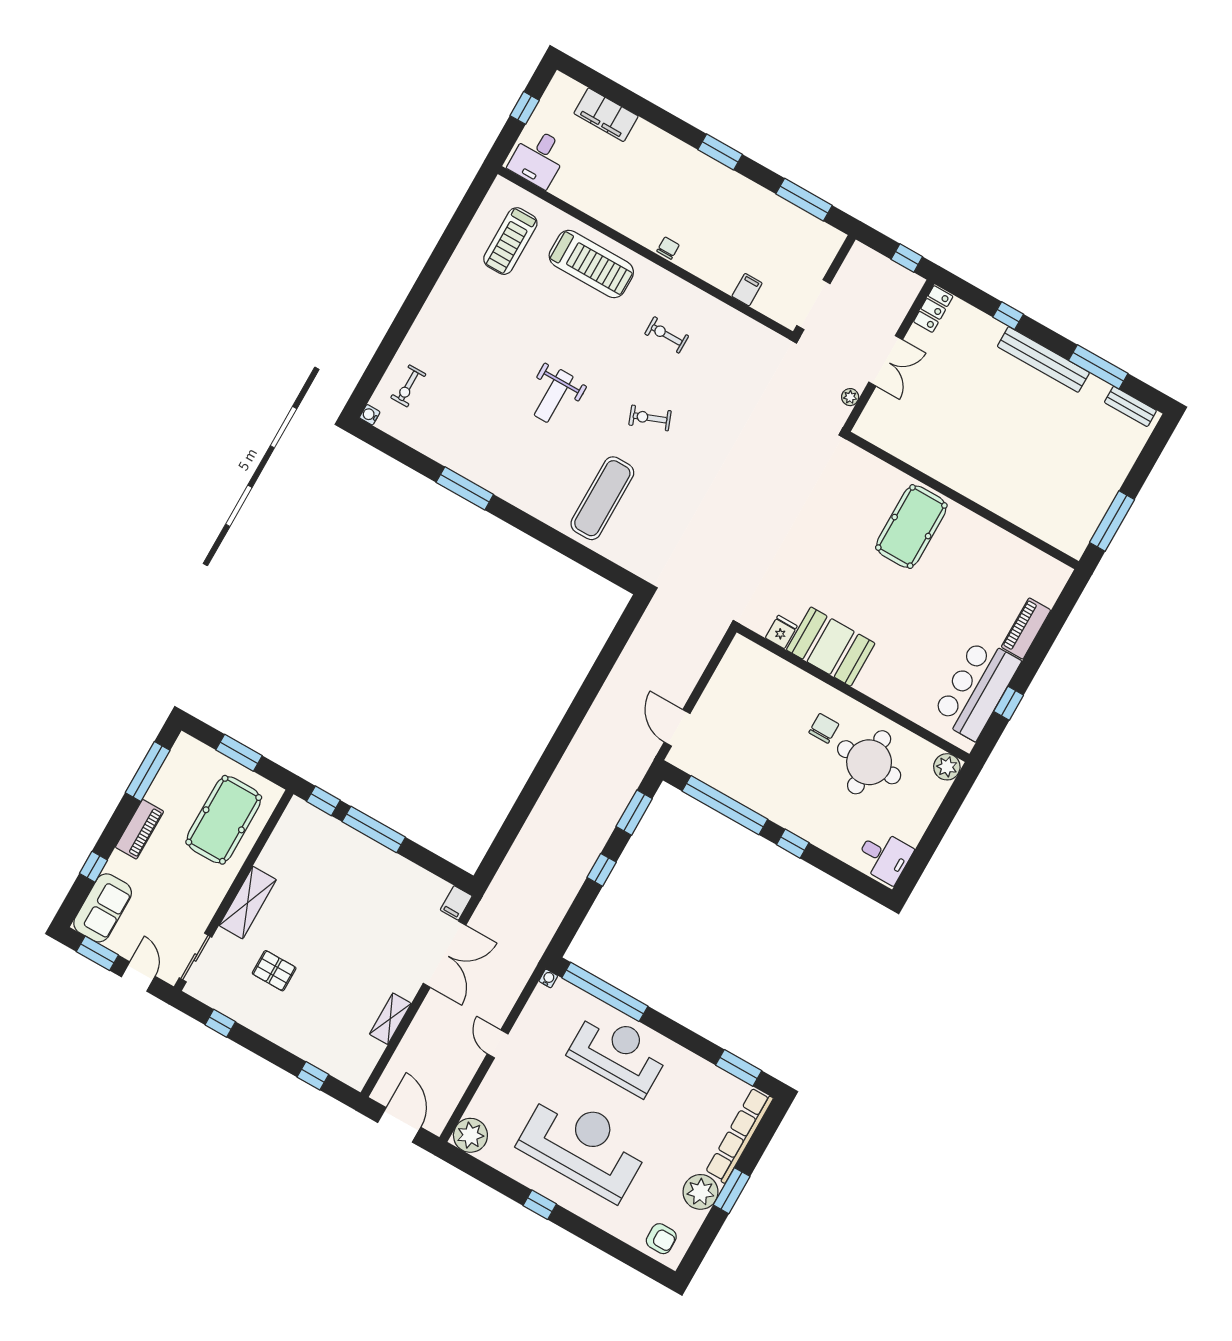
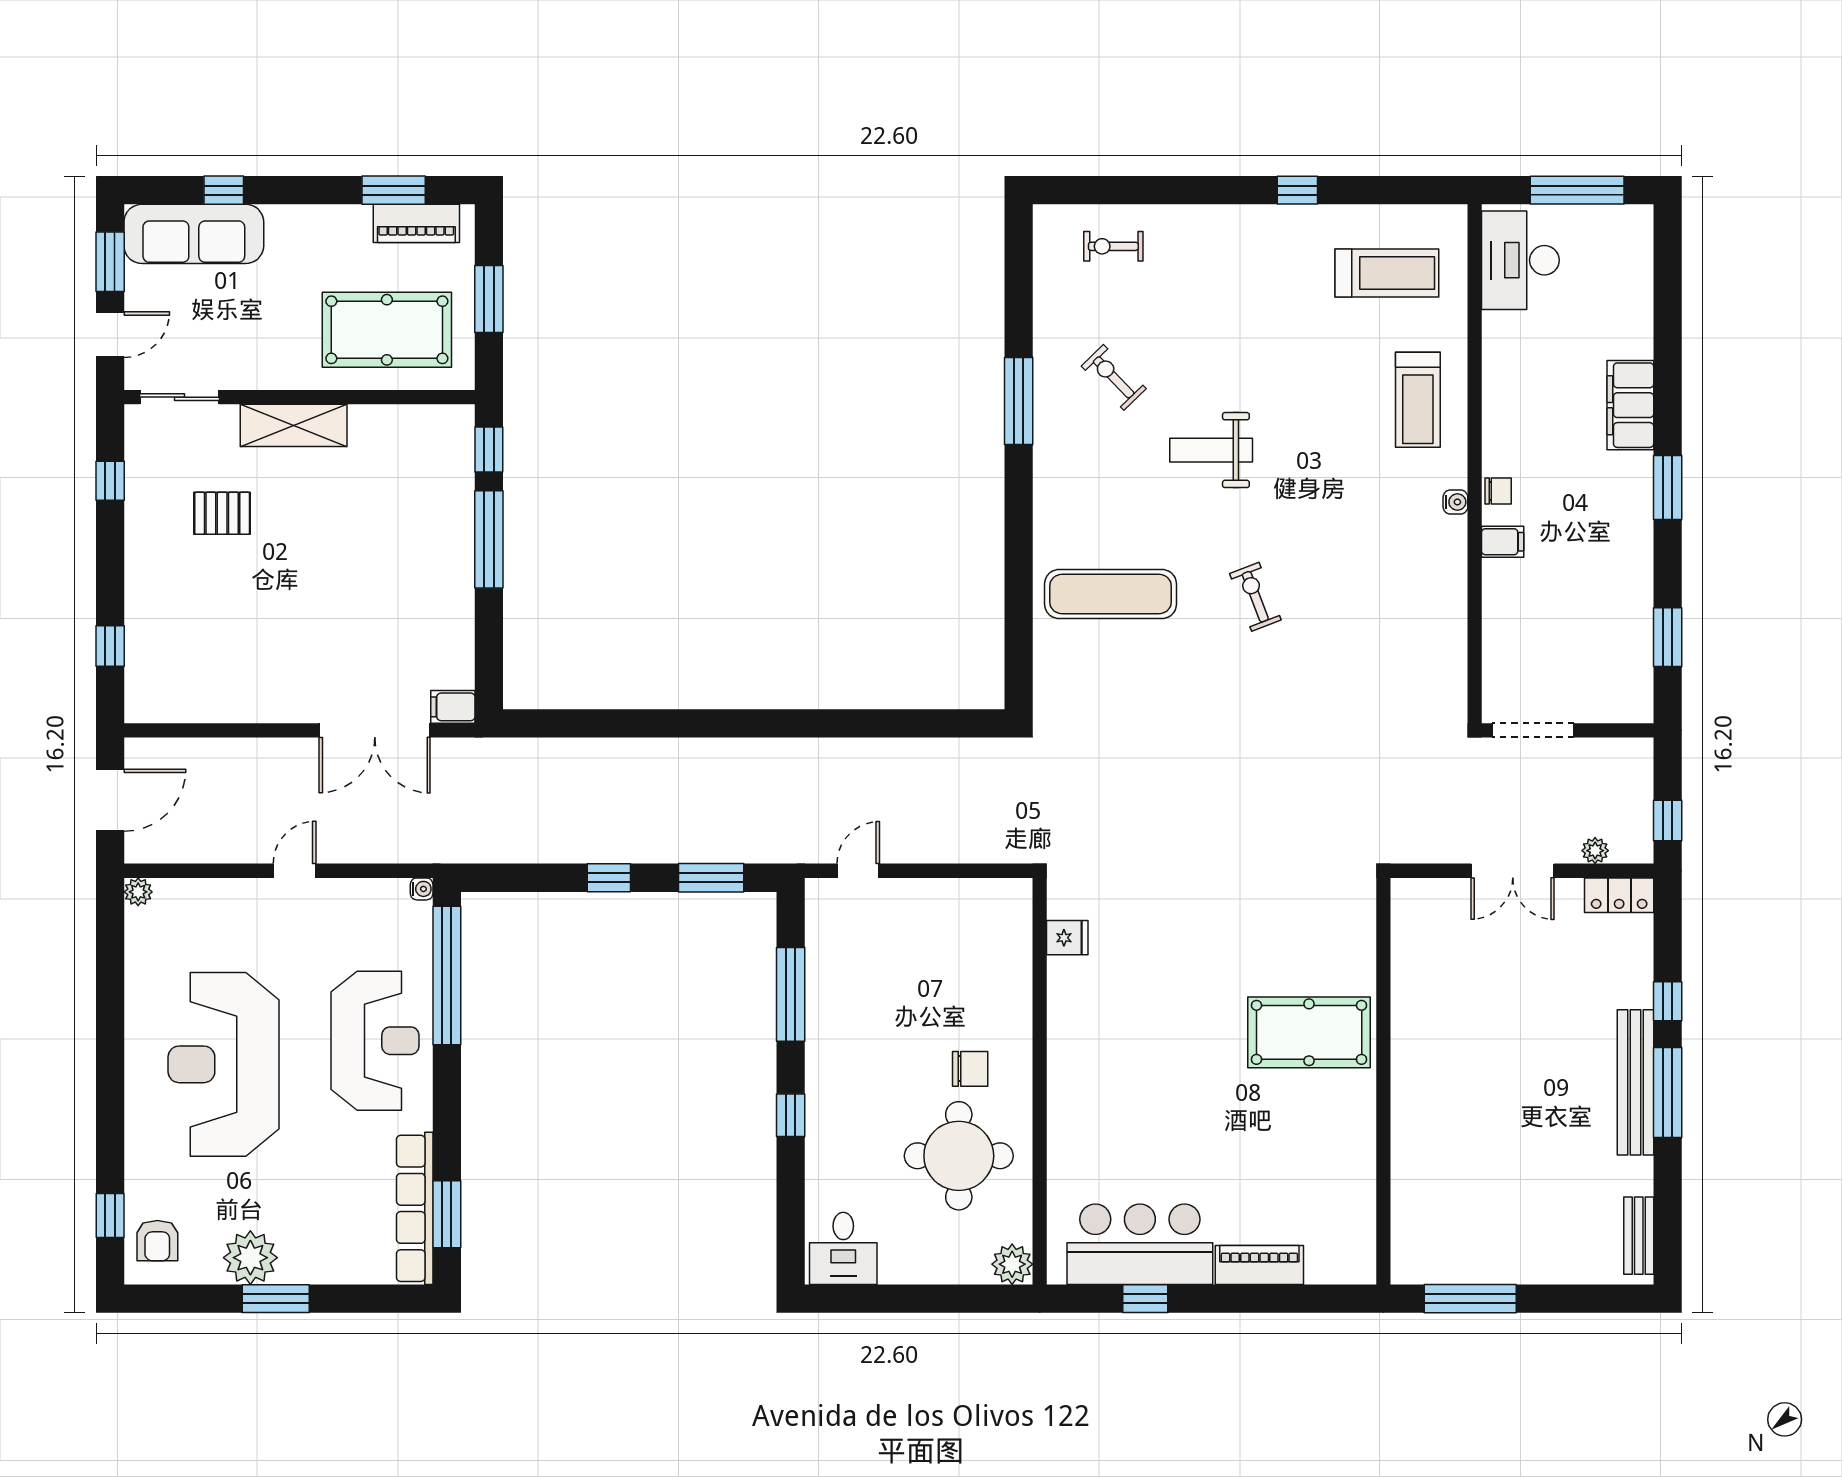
window: (525, 108) -> (1577, 190), width x2.17
filing cabinet: (606, 115) -> (1630, 405), moved
desk: (538, 158) -> (1520, 260), width x1.37
window: (804, 200) -> (1668, 637), width x0.69
treadmill: (510, 241) -> (1387, 273), turned 180
treadmill: (591, 264) -> (1418, 400), width x0.73, depth x0.73
window: (435, 265) -> (1297, 190), added
filing cabinet: (747, 290) -> (1503, 542), moved
exercise bike: (667, 335) -> (1114, 377), moved, turned -44
window: (1098, 367) -> (1668, 1092), moved
plant: (850, 397) -> (1595, 851), moved
water cooler: (370, 415) -> (1455, 502), moved, turned 90
booth: (831, 647) -> (1085, 1015), removed
door: (677, 728) -> (858, 871), width x0.73
window: (148, 772) -> (394, 190), width x0.69
window: (725, 805) -> (791, 994), width x0.68
piano: (139, 829) -> (416, 223), moved
sofa: (103, 908) -> (194, 234), width x1.36
pallet: (274, 971) -> (222, 513), turned 90
shelving: (390, 1019) -> (246, 707), removed
plant: (470, 1135) -> (138, 892), width x0.53, depth x0.53
row of seats: (739, 1135) -> (415, 1208), moved, turned -90
reception desk: (584, 1145) -> (224, 1064), turned 180
window: (540, 1205) -> (110, 1215), moved

